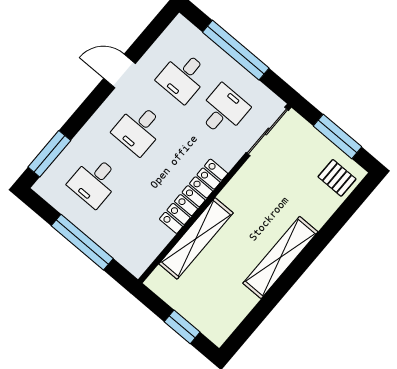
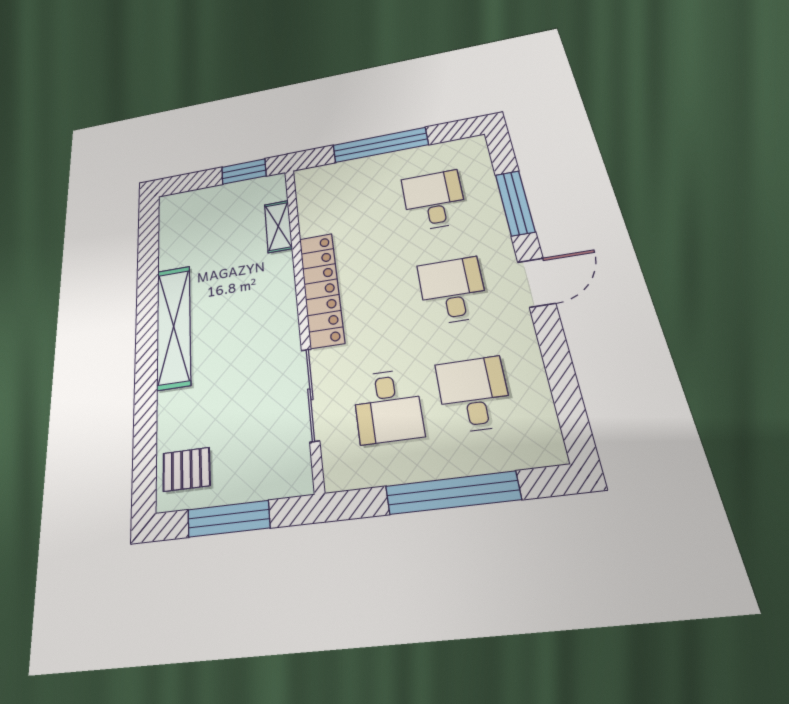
door: (119, 71) -> (536, 283), moved
sliding door: (267, 131) -> (310, 394), moved
window: (49, 154) -> (515, 203), moved
shelving: (196, 238) -> (278, 226), width x0.45, depth x0.75
window: (182, 327) -> (244, 172), moved

